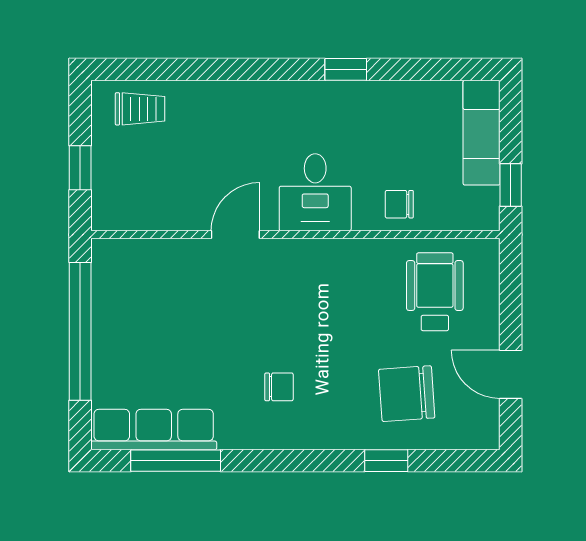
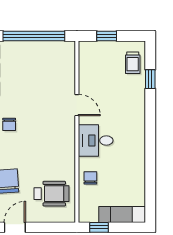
window: (346, 69) -> (150, 79), moved

